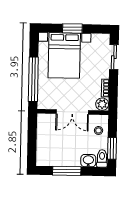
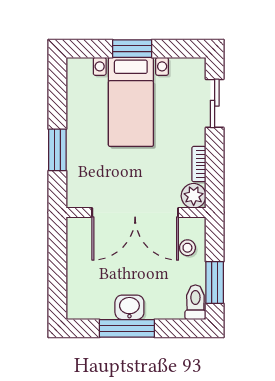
bed with nightstands: (64, 55) -> (131, 102), width x0.73
window: (33, 79) -> (57, 150), width x0.47
double door: (72, 112) -> (135, 213), width x1.36
washbasin: (88, 161) -> (129, 307), moved

